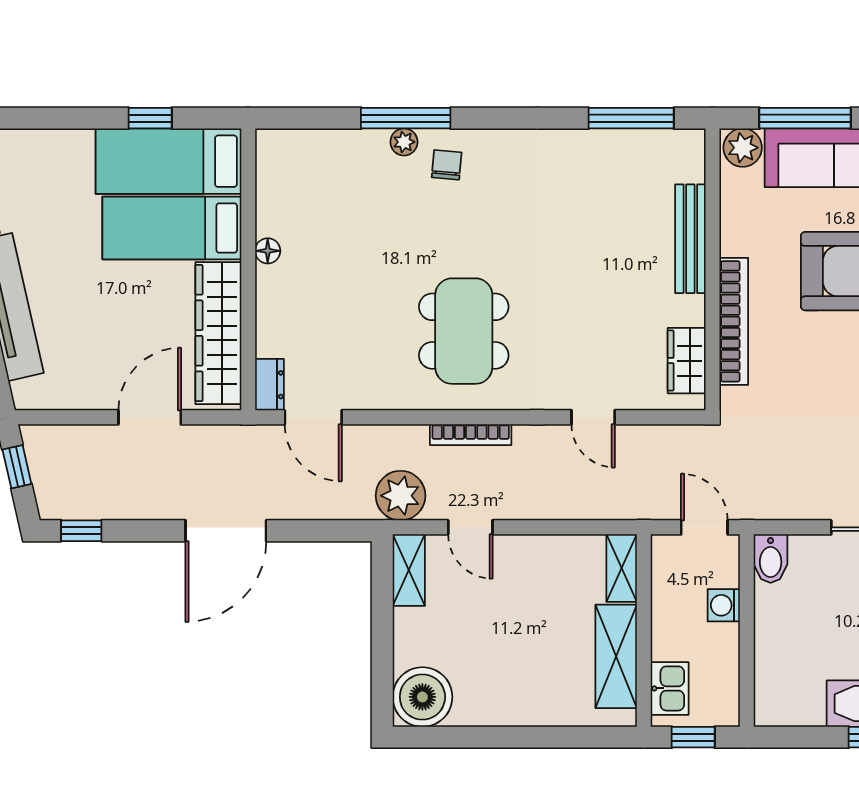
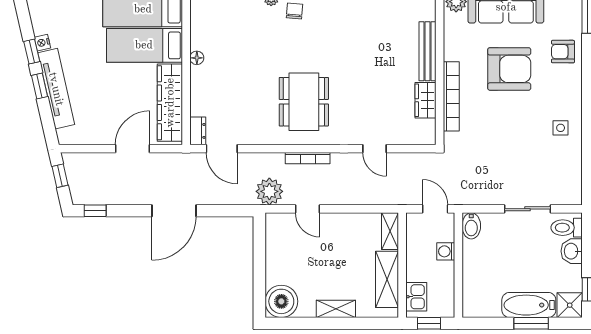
wardrobe: (687, 361) -> (425, 100), moved
shelving: (409, 570) -> (336, 309), moved, turned 90

